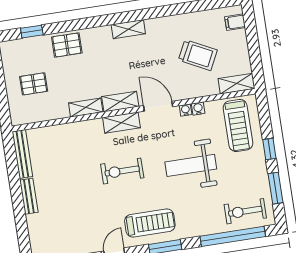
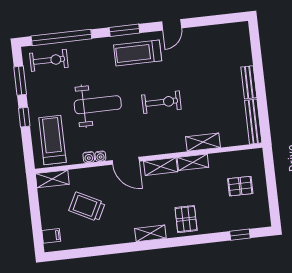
pallet: (67, 45) -> (186, 219), moved, turned 90
shelving: (121, 123) -> (203, 142), moved

